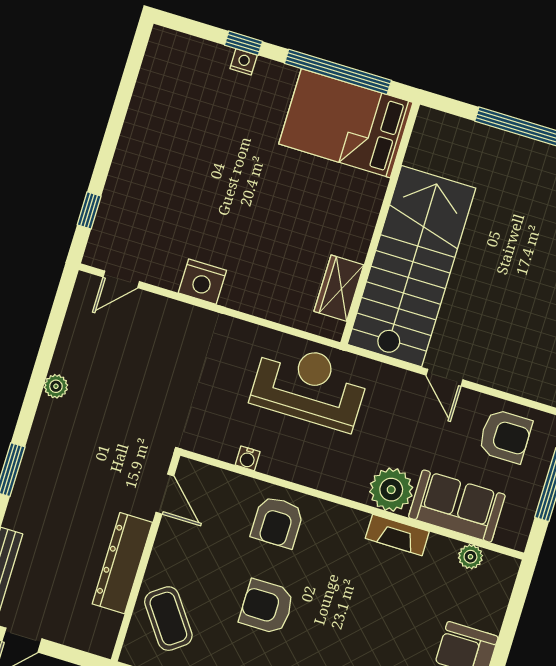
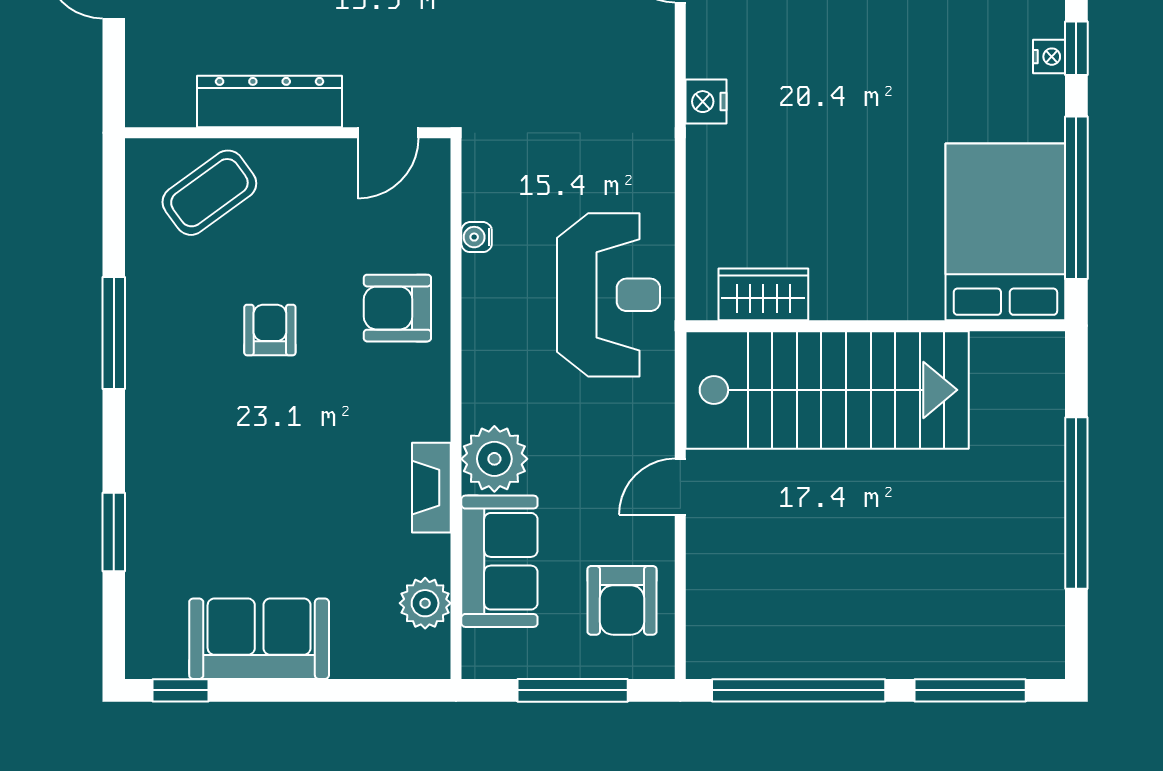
nightstand: (202, 282) -> (706, 102), width x0.74, depth x0.75
plant: (470, 557) -> (425, 603), width x1.38, depth x1.38
armchair: (267, 607) -> (270, 330), width x0.72, depth x0.72

